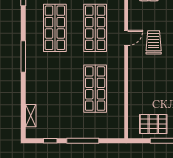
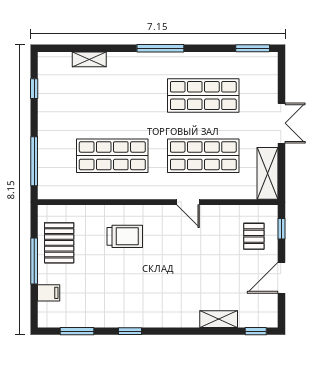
trolley: (154, 42) -> (125, 236), moved
shelving: (31, 116) -> (89, 59), moved
window: (83, 141) -> (34, 161), moved

